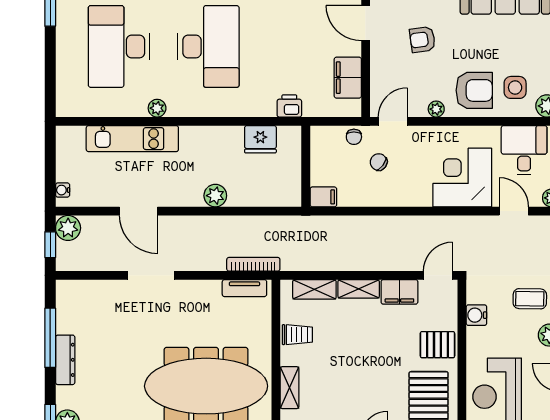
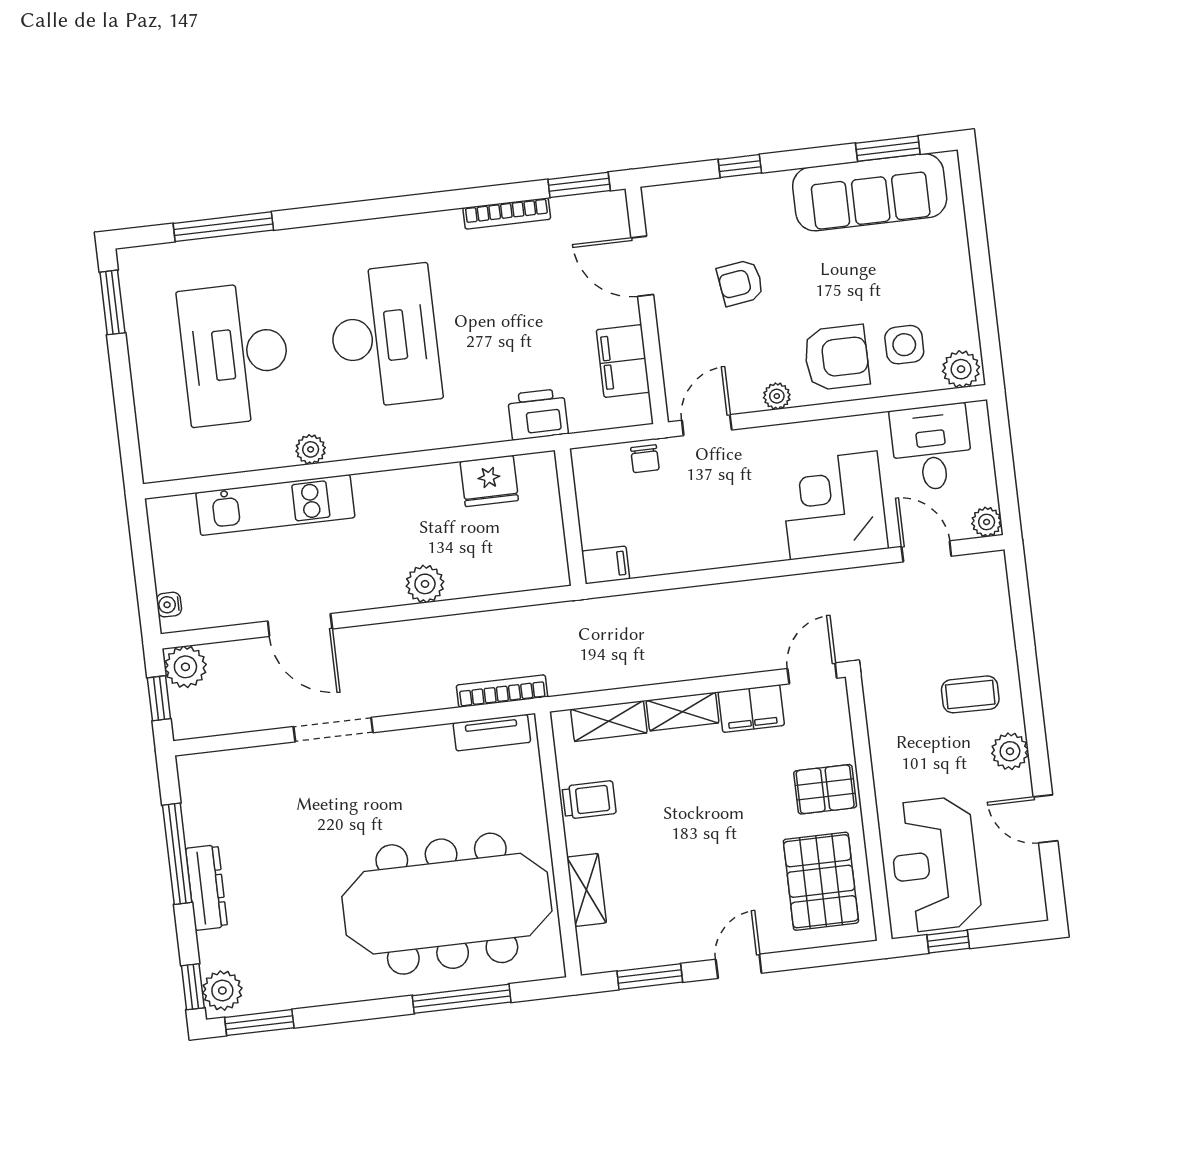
printer: (289, 106) -> (538, 414), width x1.36, depth x1.24
chair: (379, 162) -> (691, 496), removed
water cooler: (476, 315) -> (884, 732), removed

